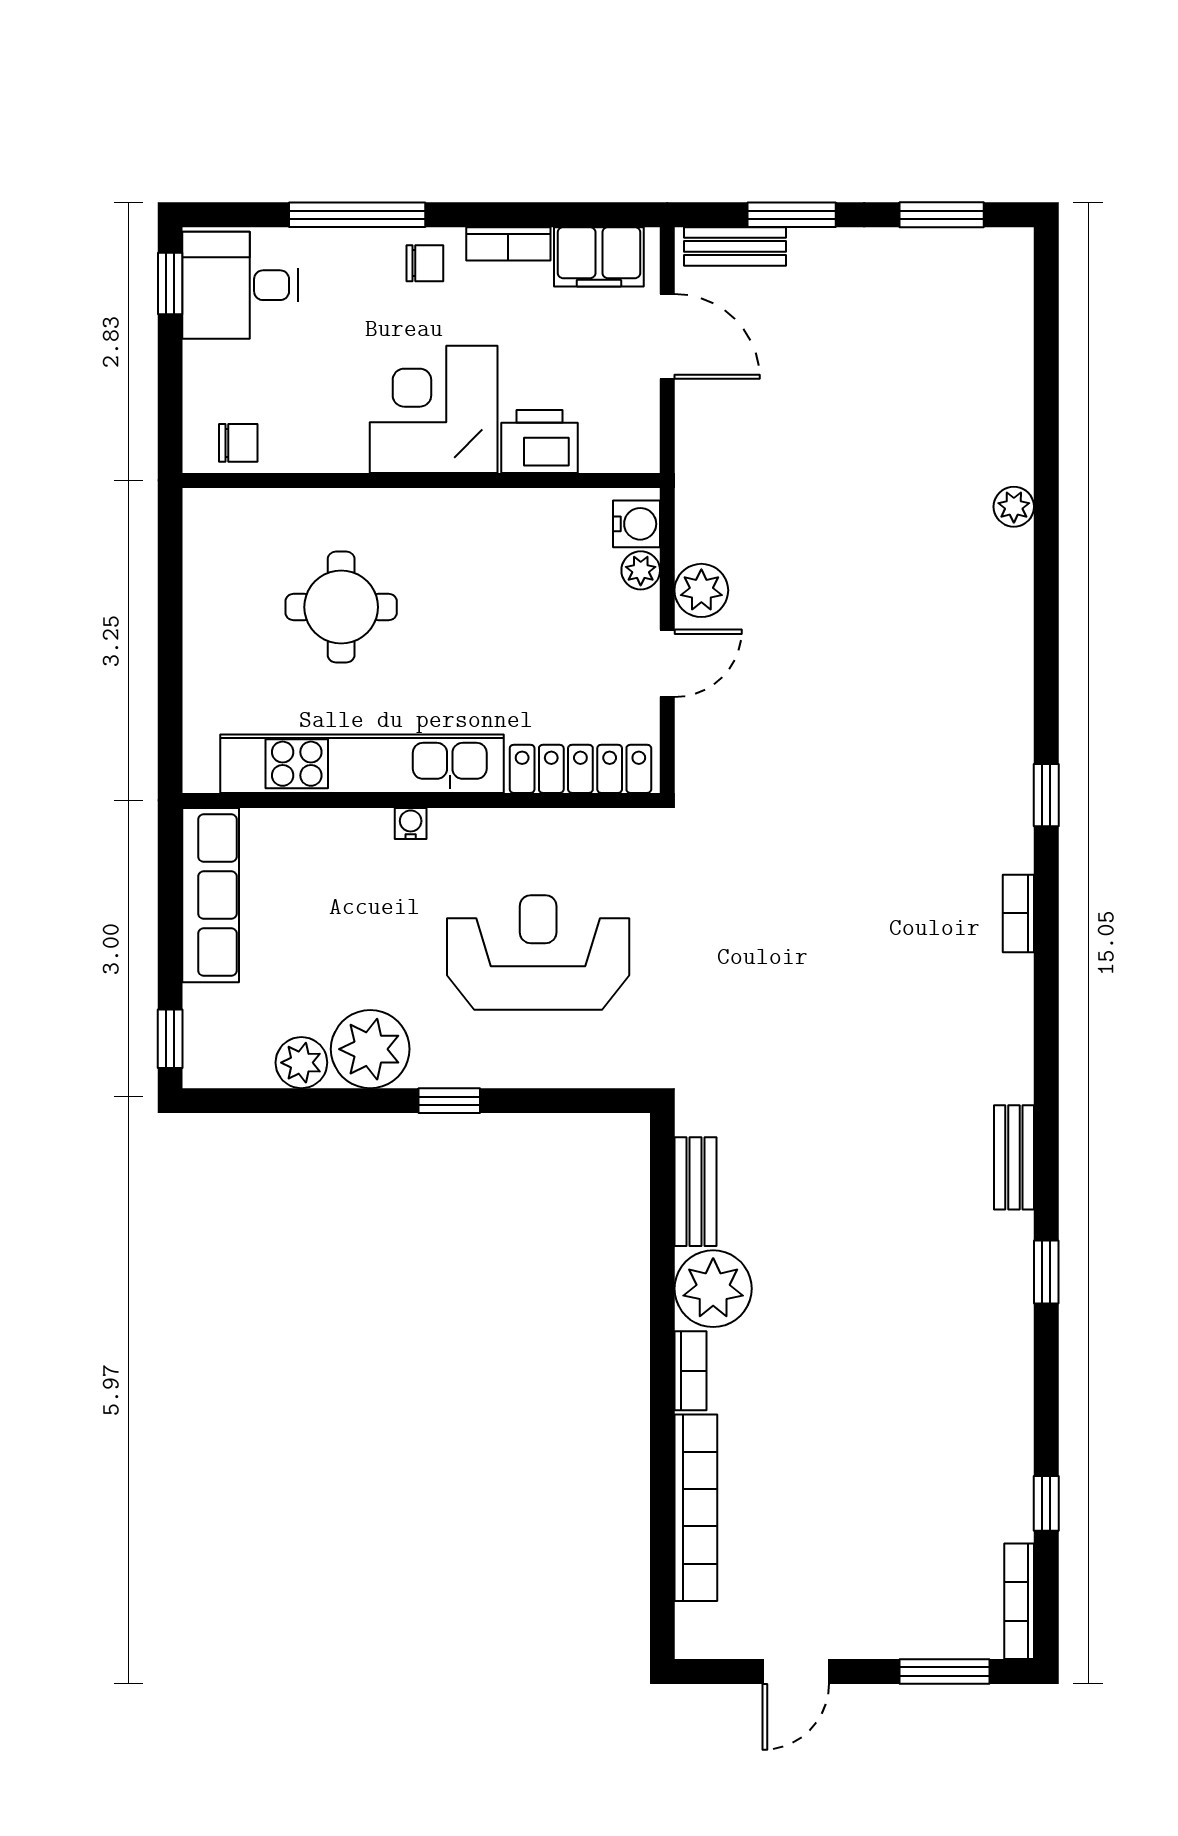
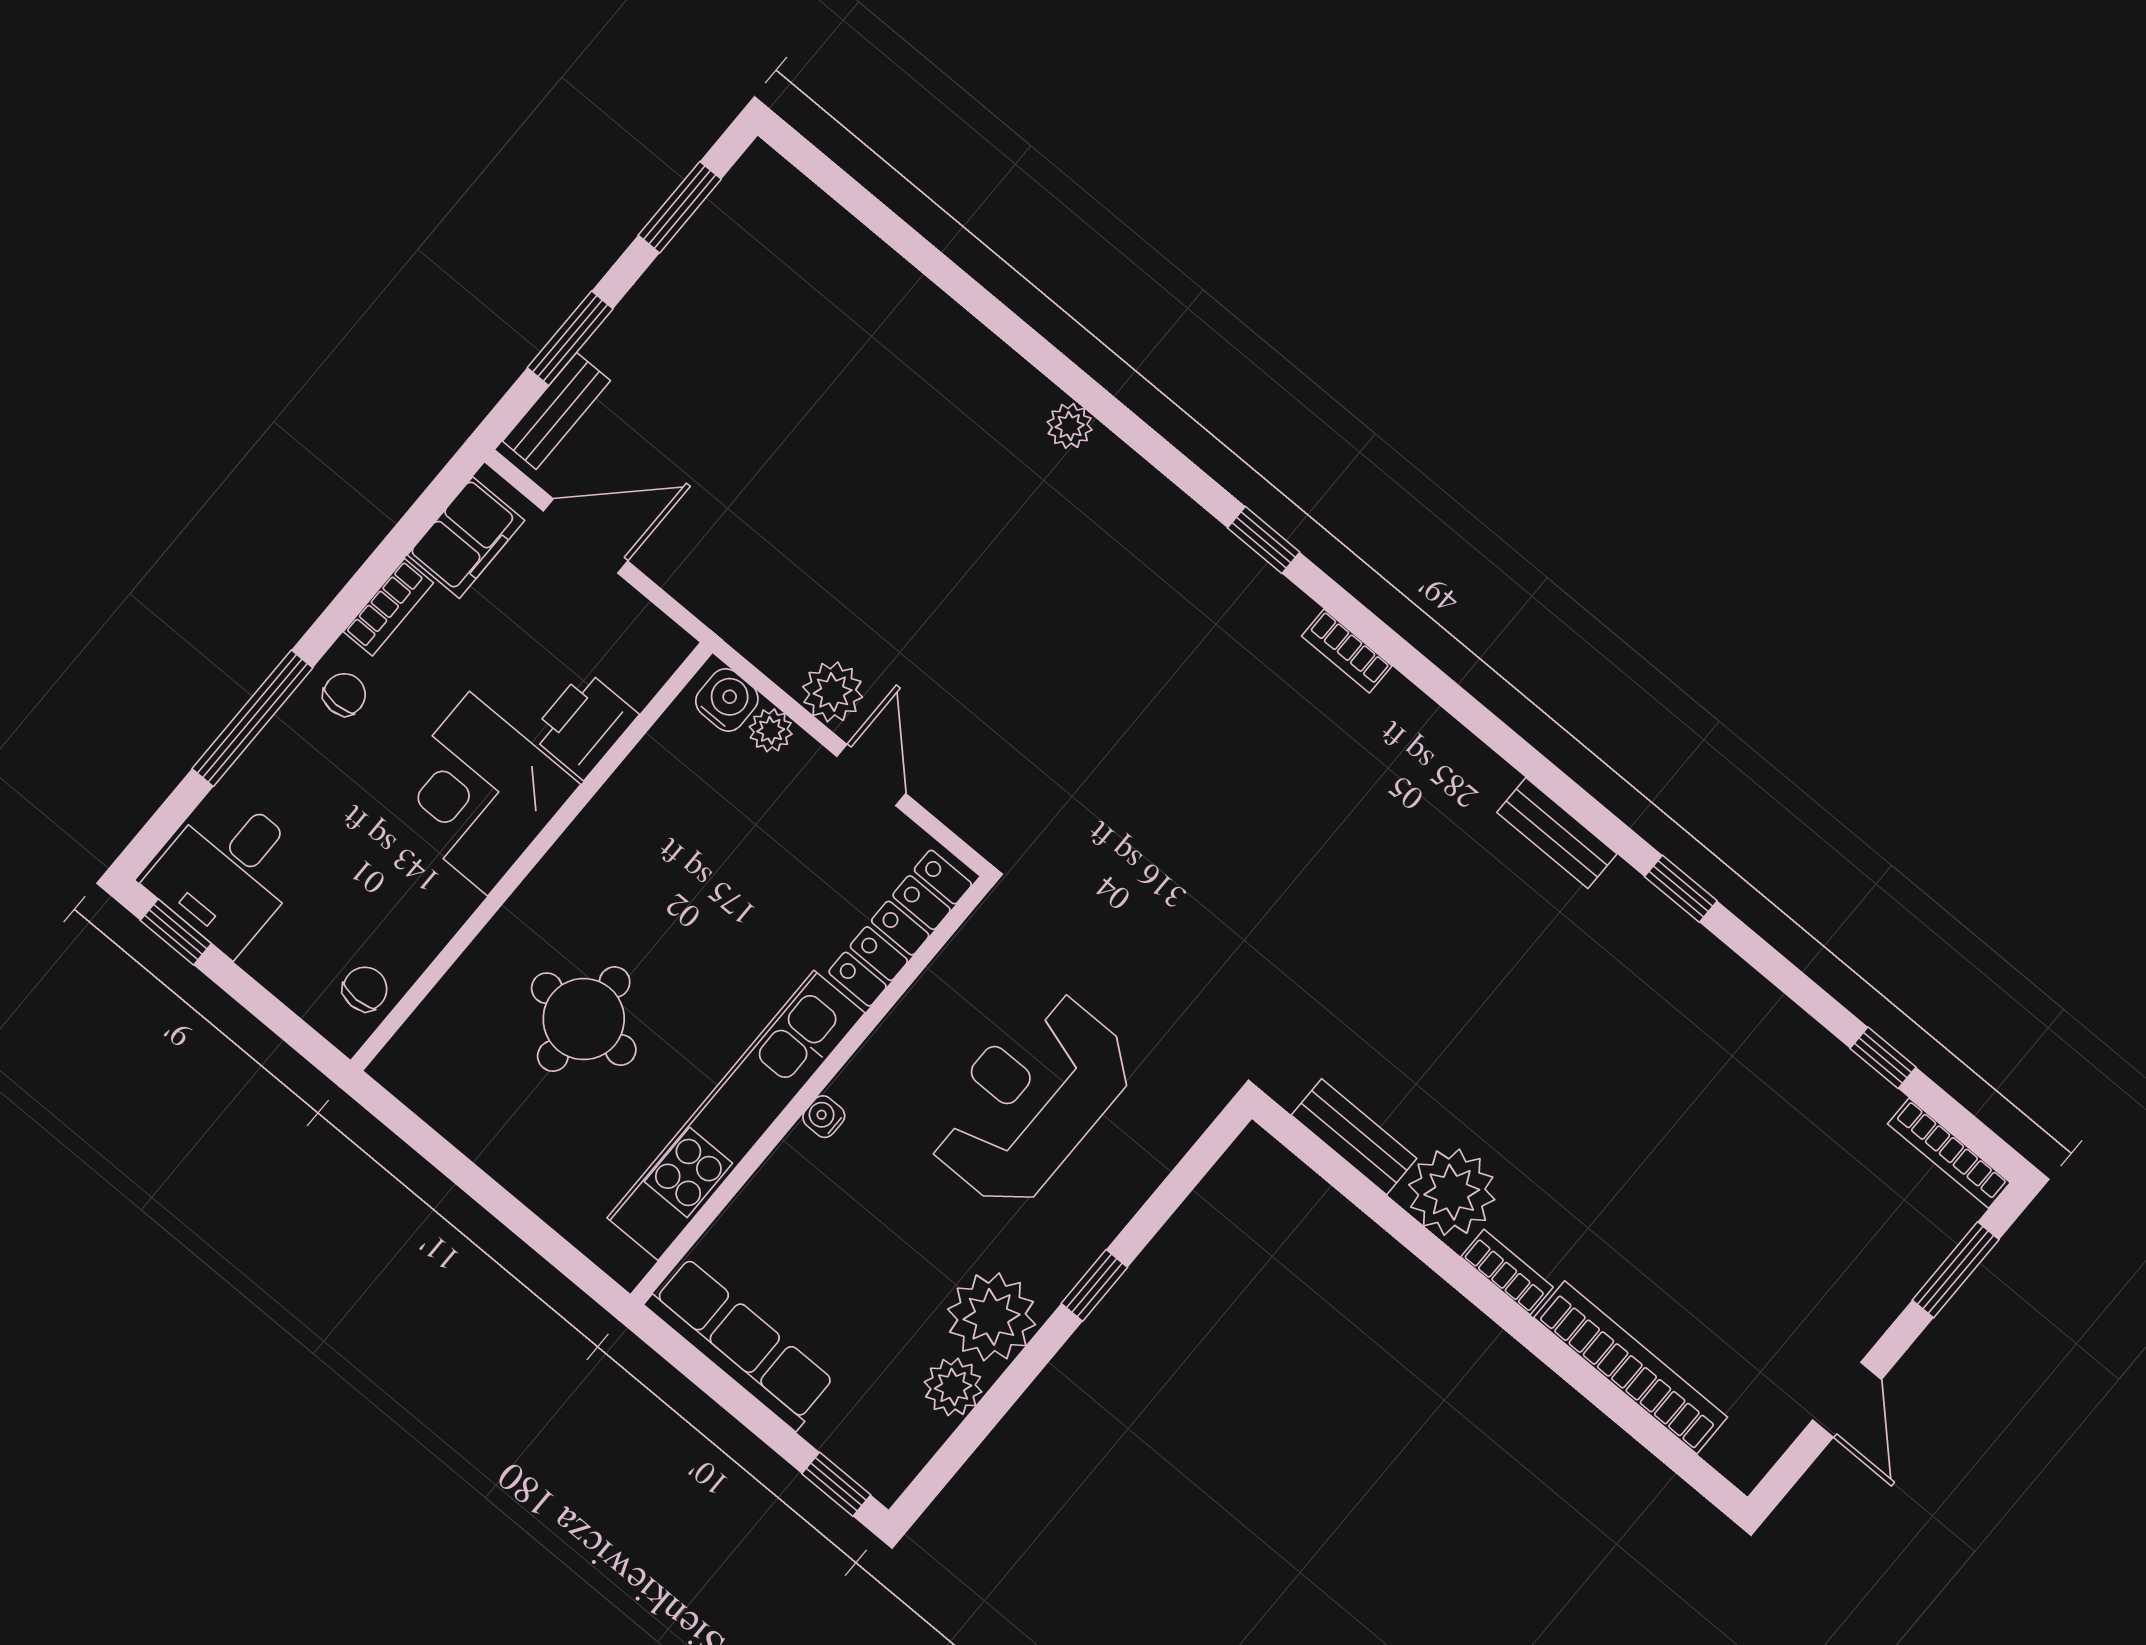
plant: (1014, 507) -> (1070, 426), moved

